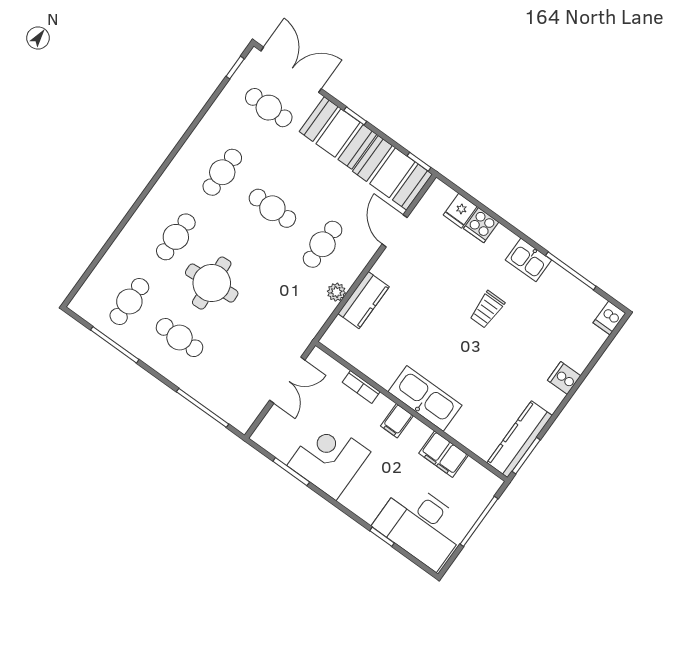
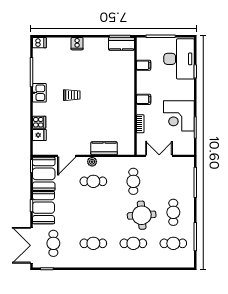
cafe table: (272, 208) -> (133, 181), moved
plant: (336, 292) -> (92, 162), moved
kitchen sink: (425, 398) -> (126, 94), removed
kitchen counter: (520, 439) -> (122, 44), width x0.67
filing cabinet: (443, 454) -> (144, 65), width x0.50

